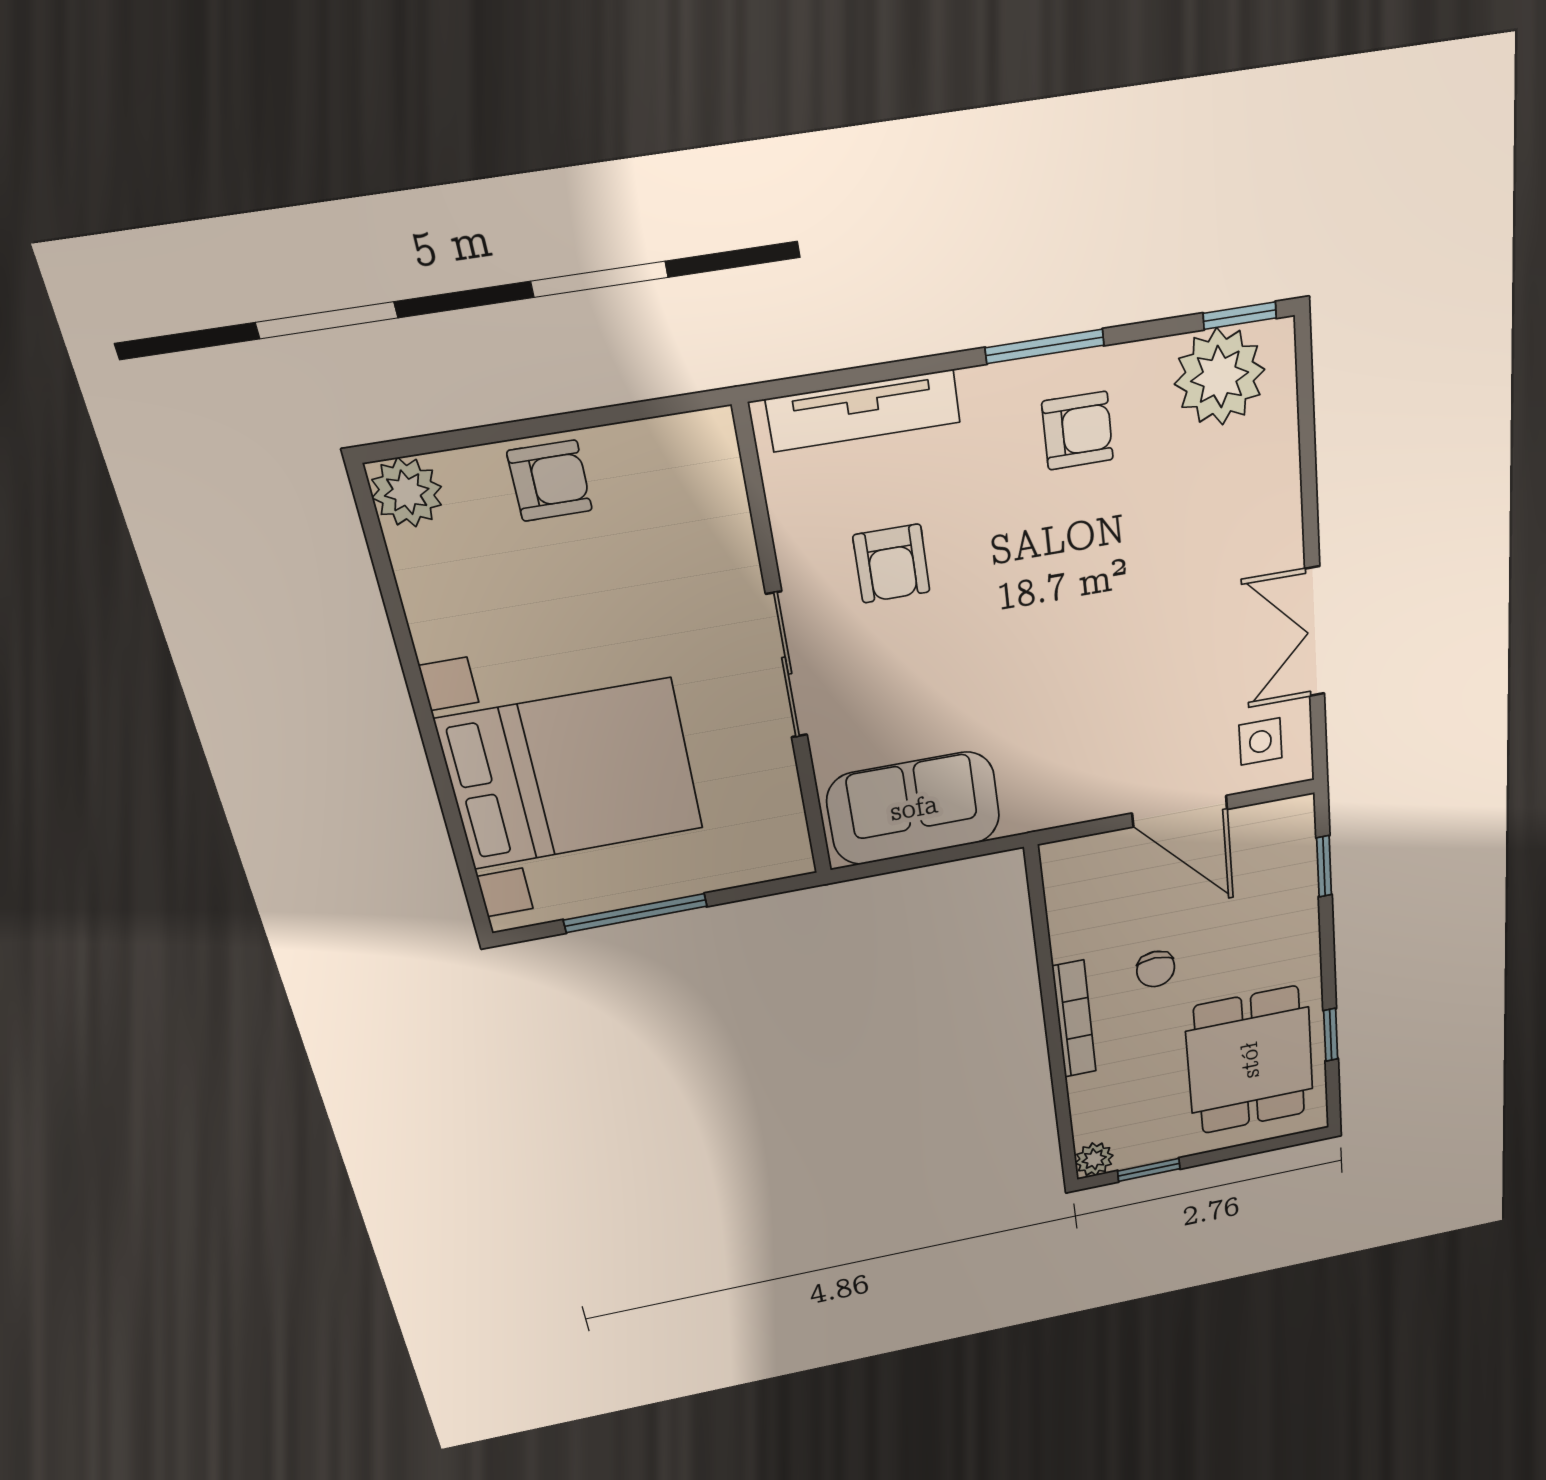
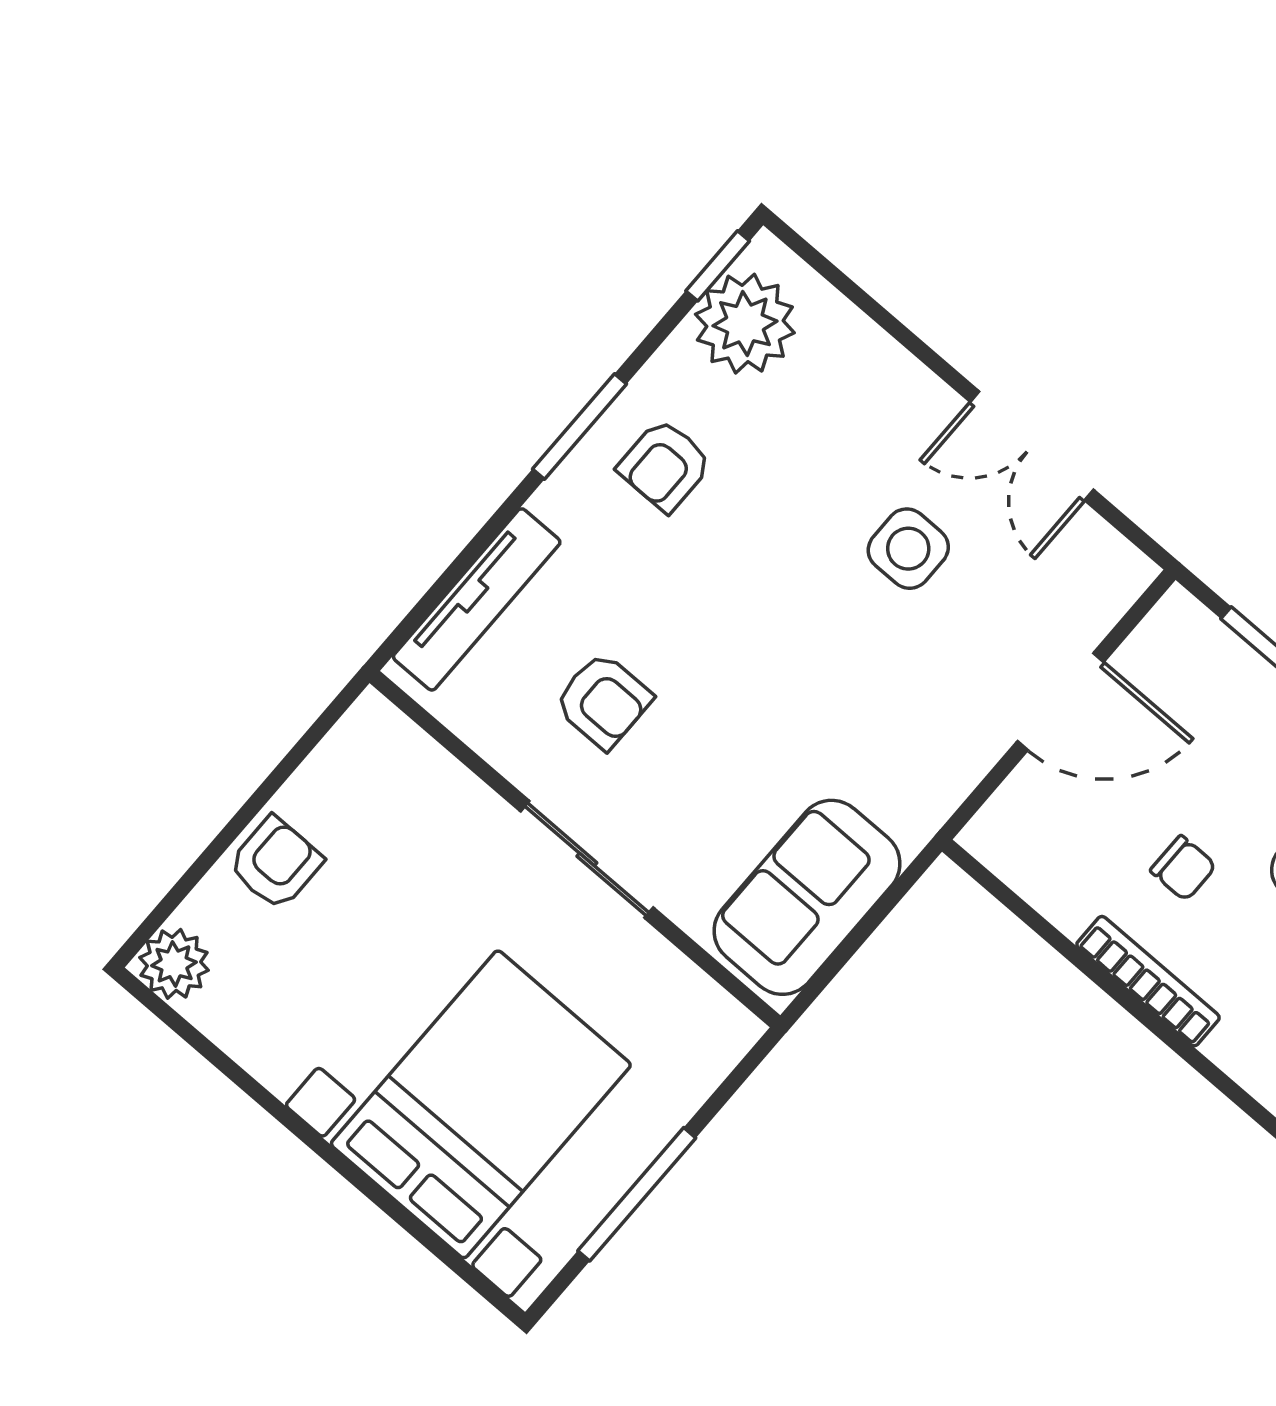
armchair: (1078, 431) -> (665, 465), turned 180
side table: (1260, 742) -> (908, 549), moved, width x1.37, depth x1.37

